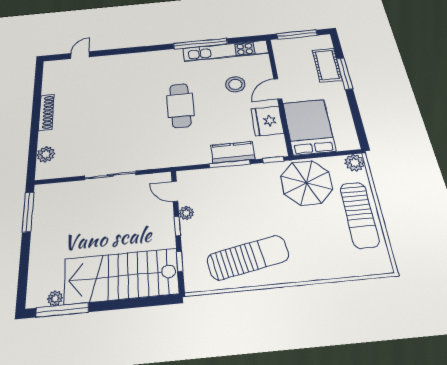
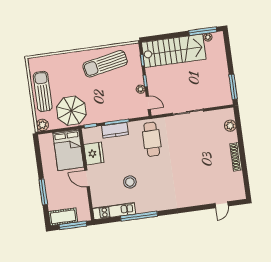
kitchen unit: (226, 51) -> (114, 211), width x0.73
cot: (327, 65) -> (63, 217), moved, turned 90
stool: (235, 84) -> (130, 182), moved
door: (278, 89) -> (87, 179), swing flipped
cafe table: (180, 105) -> (152, 139), moved

